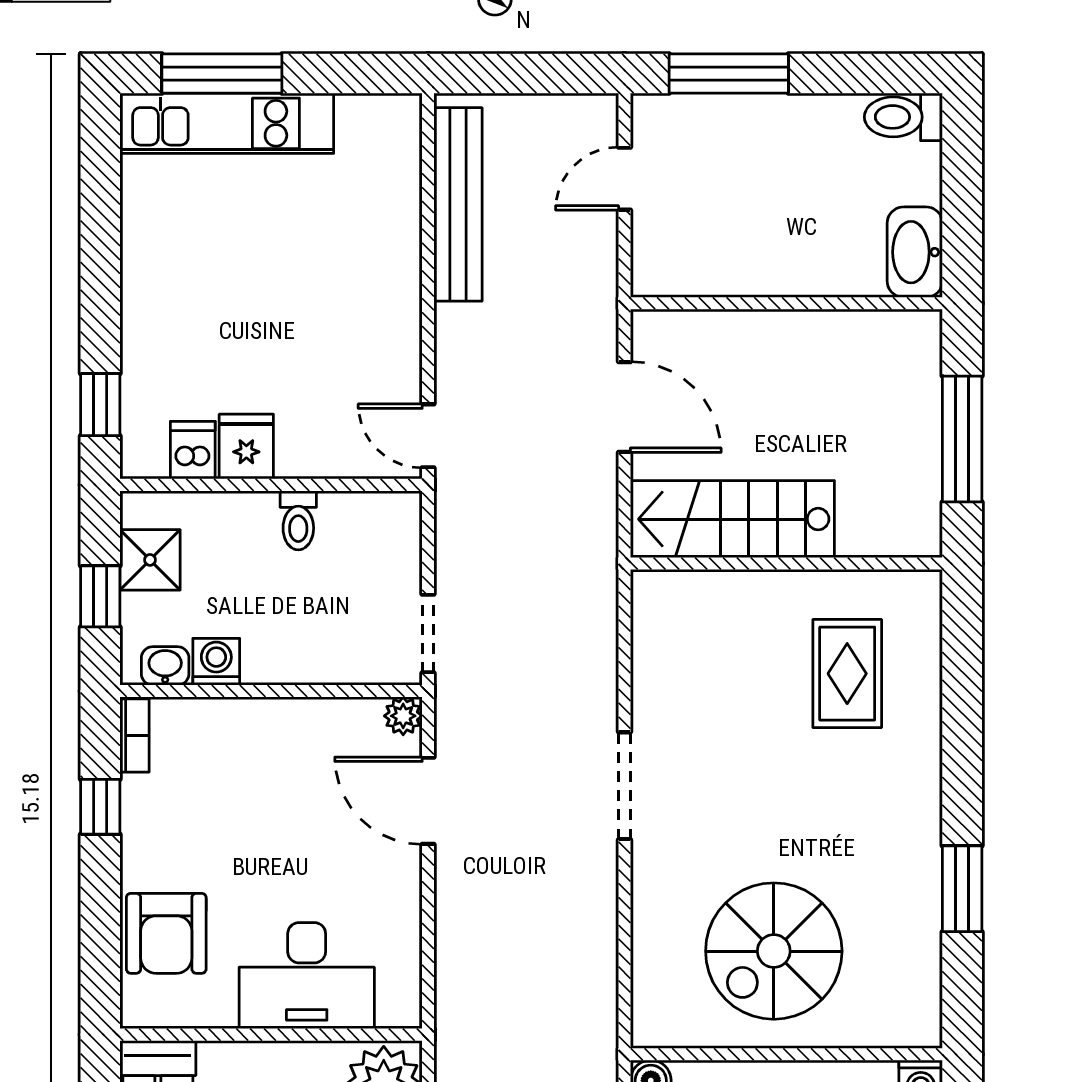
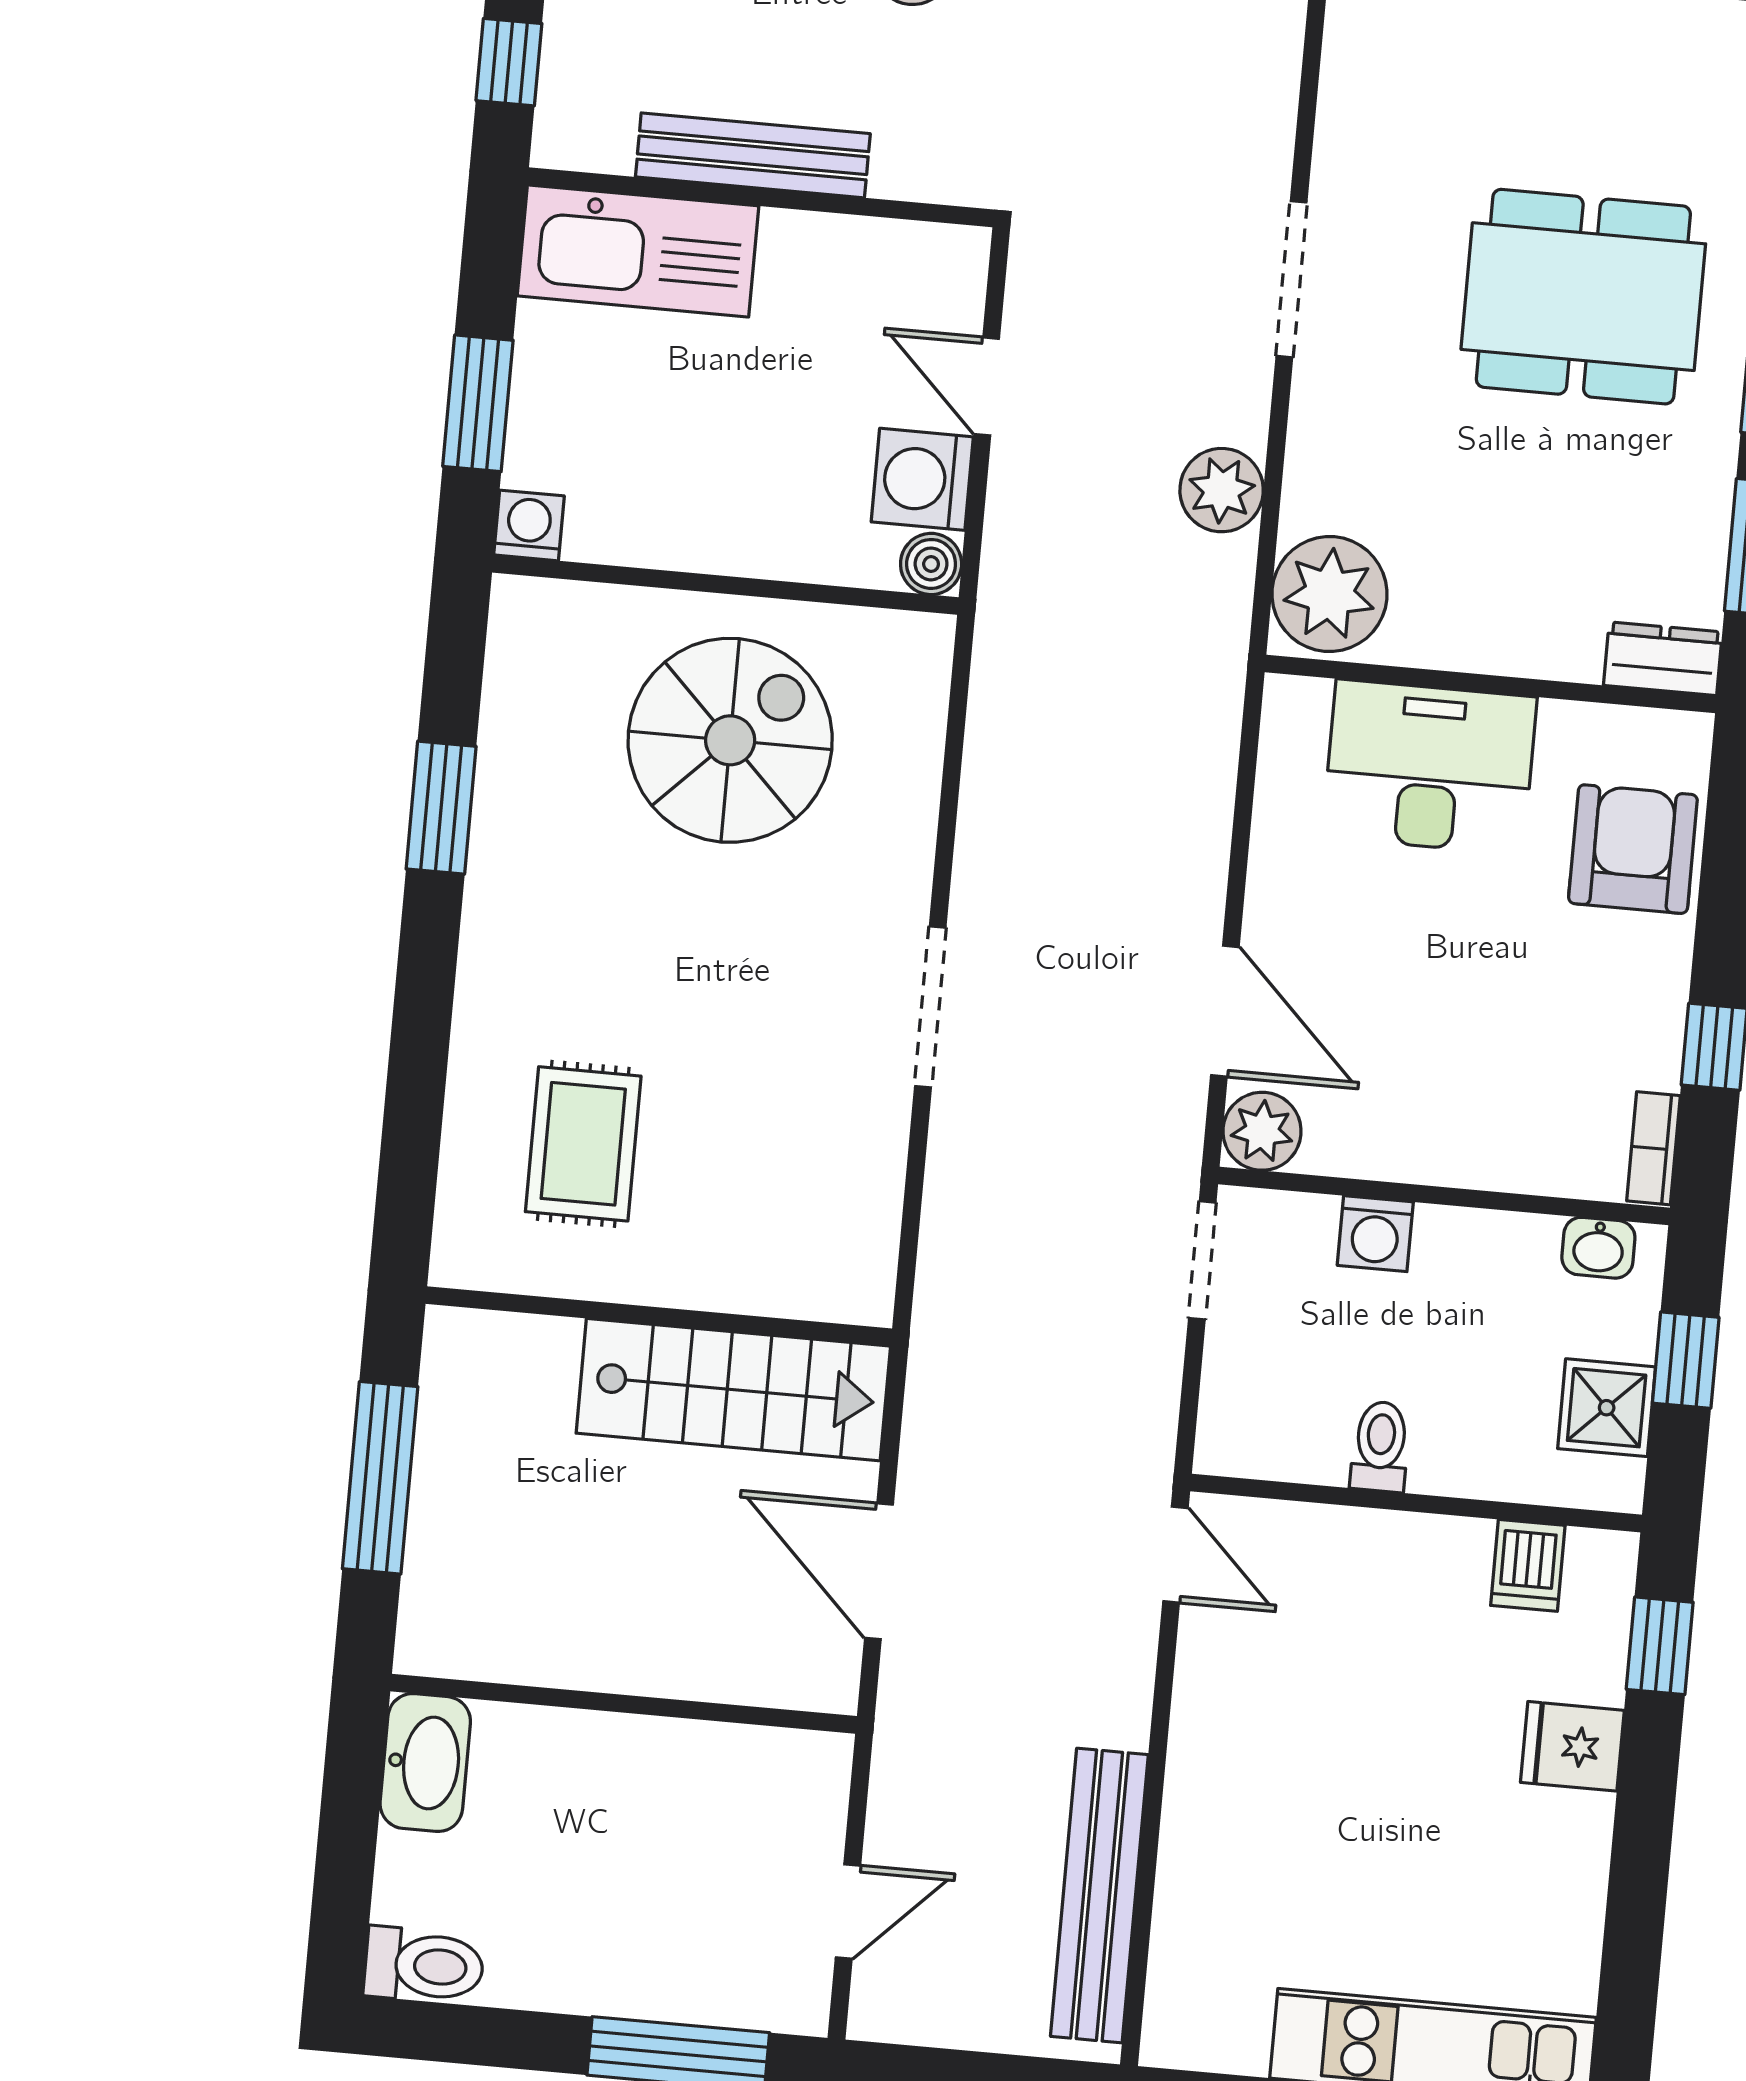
fridge: (246, 447) -> (1572, 1746), moved, turned 90
washing machine: (216, 662) -> (1375, 1234), moved
plant: (403, 716) -> (1262, 1131), width x1.38, depth x1.38

